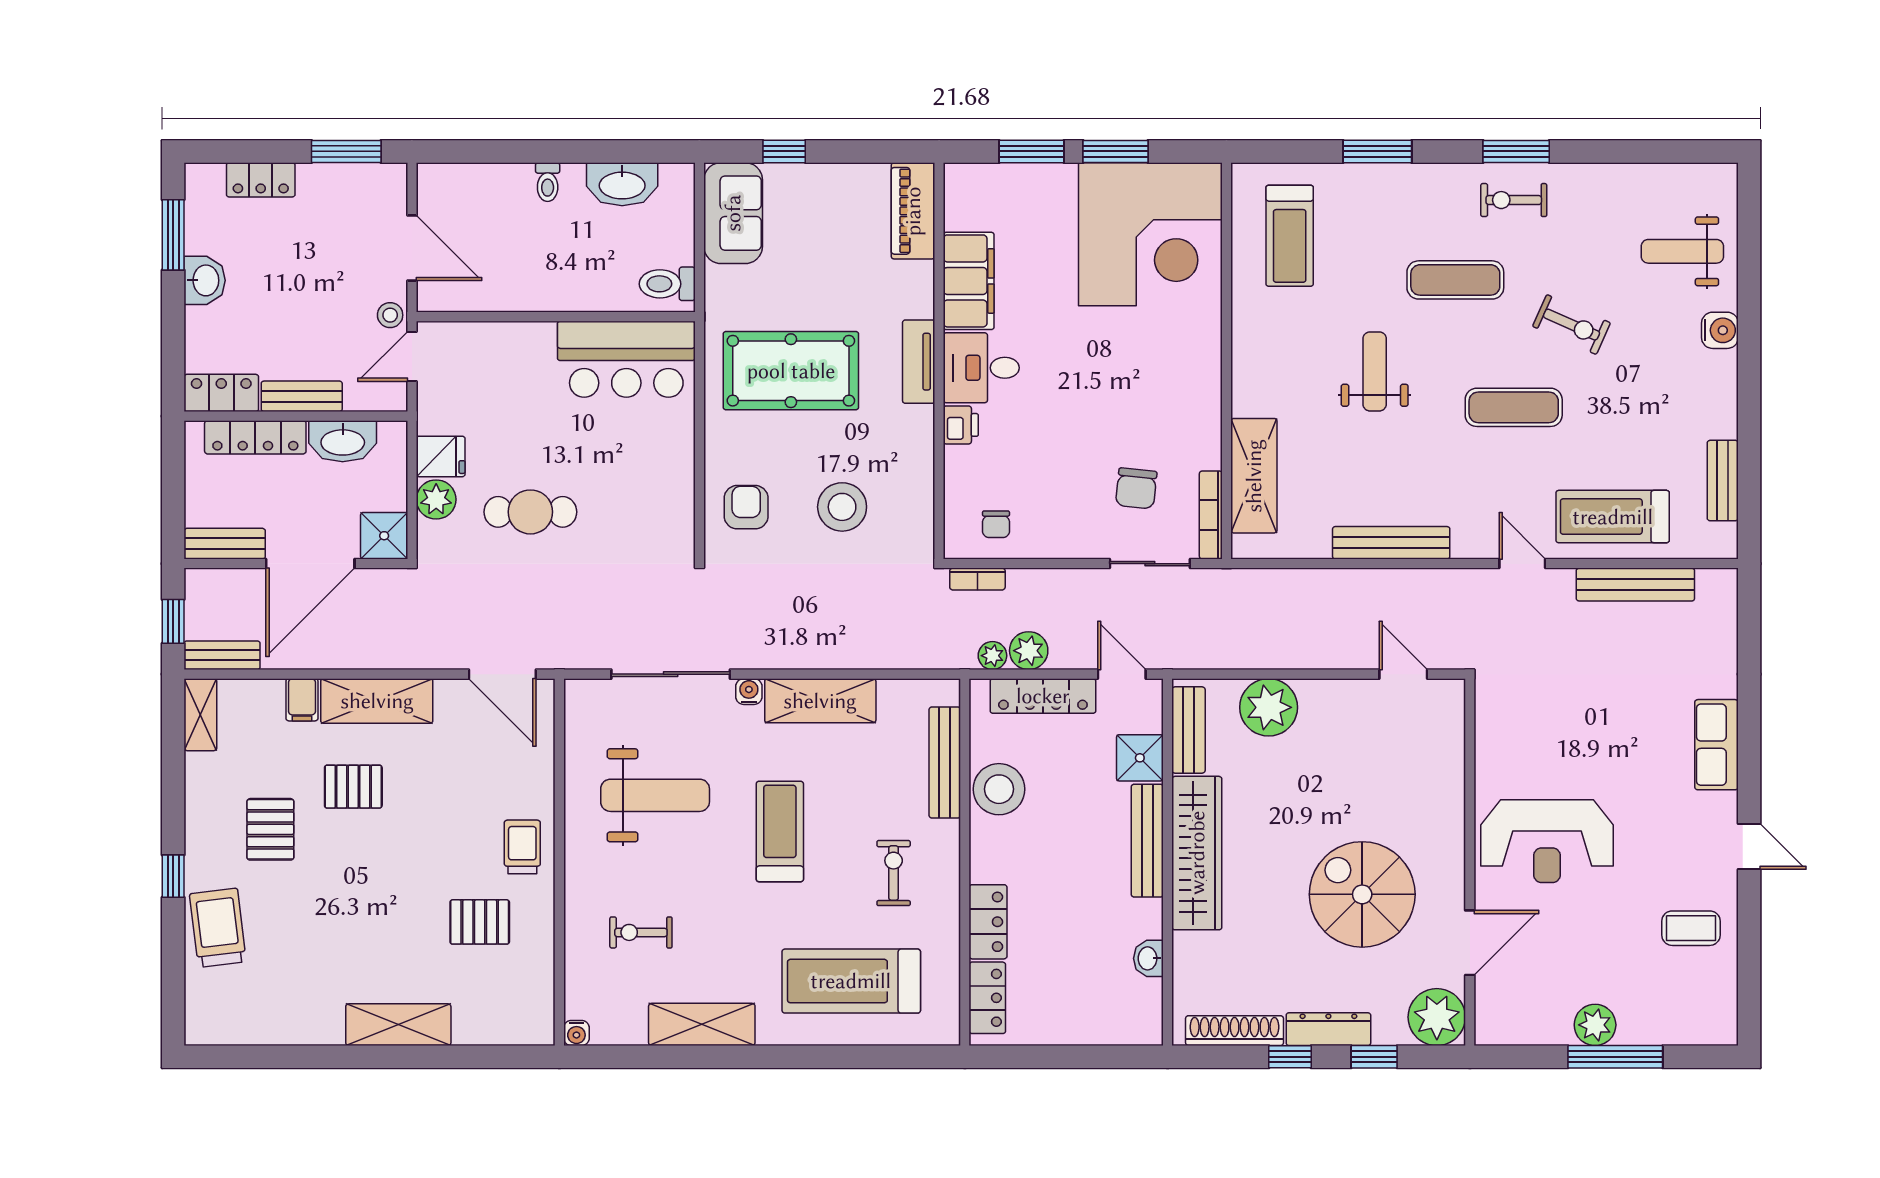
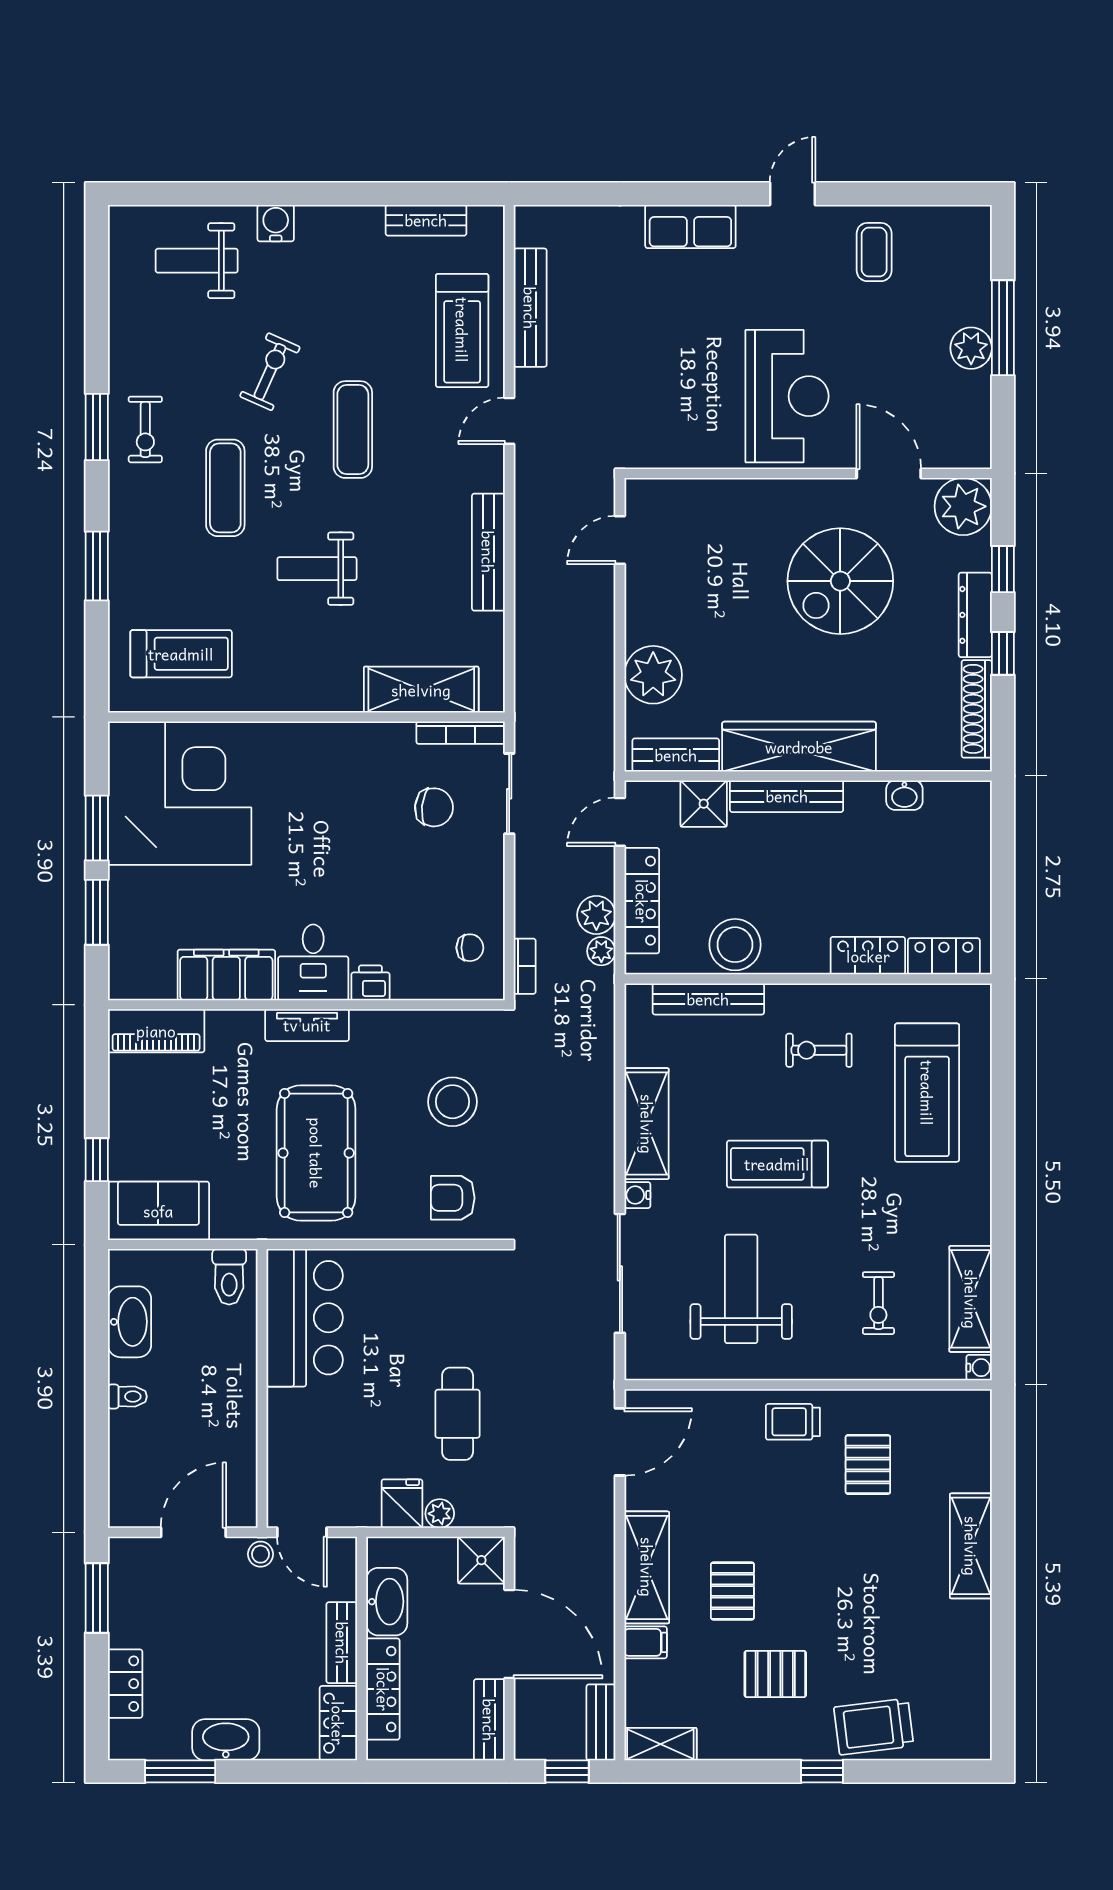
weight bench: (1682, 251) -> (197, 261), turned 90
washbasin: (205, 280) -> (226, 1740), width x1.38
plant: (436, 499) -> (440, 1514), width x0.73, depth x0.73
shelving: (702, 1024) -> (971, 1299), moved

